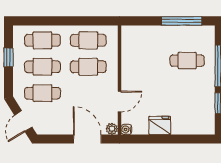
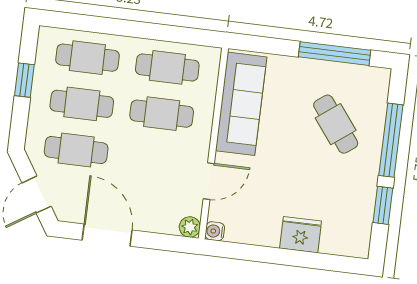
sofa: (132, 56) -> (241, 104), added
cafe table: (187, 61) -> (336, 124), turned 53
fridge: (160, 125) -> (301, 235), moved
door: (87, 139) -> (107, 235), moved

